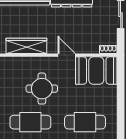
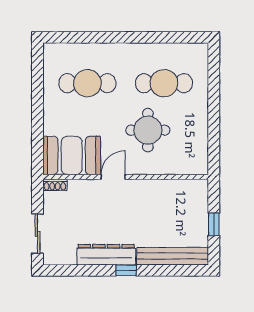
wardrobe: (26, 46) -> (169, 190), removed
door: (67, 55) -> (113, 177), swing flipped

